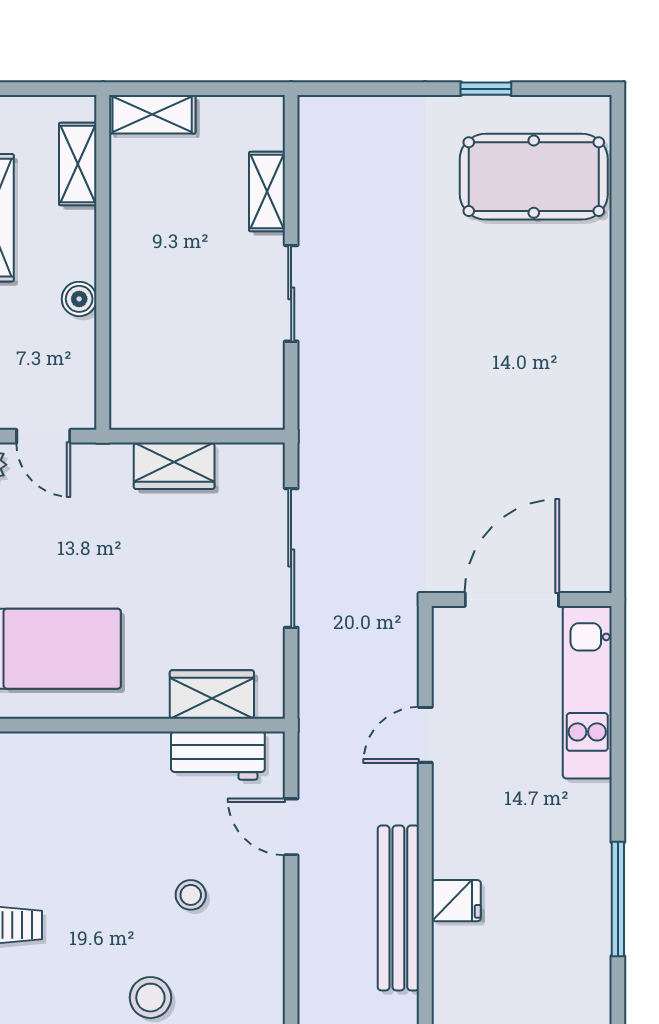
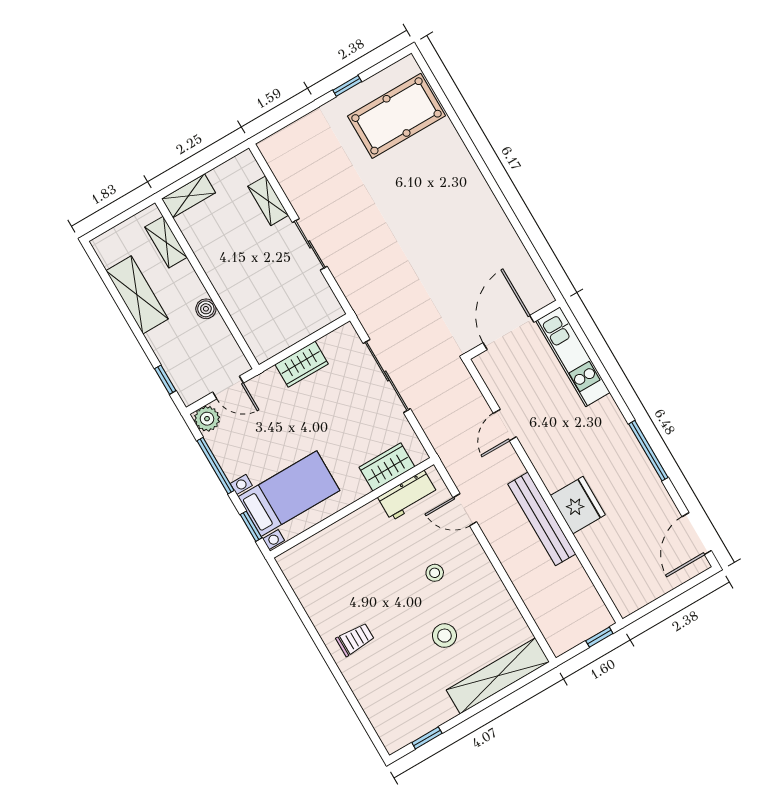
fridge: (456, 901) -> (578, 505), width x1.88, depth x1.34

